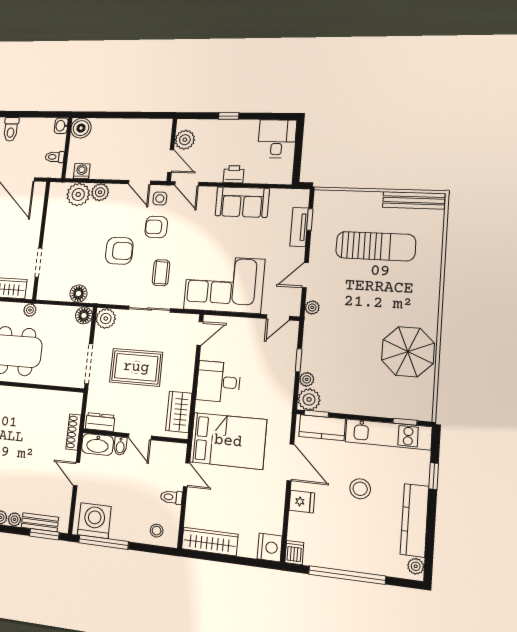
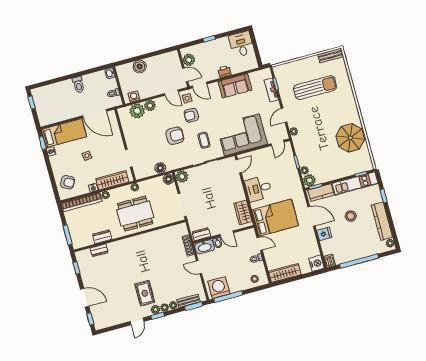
boiler: (81, 128) -> (140, 67), moved
bench: (414, 200) -> (330, 56), width x0.73
rug: (136, 367) -> (210, 197), removed

